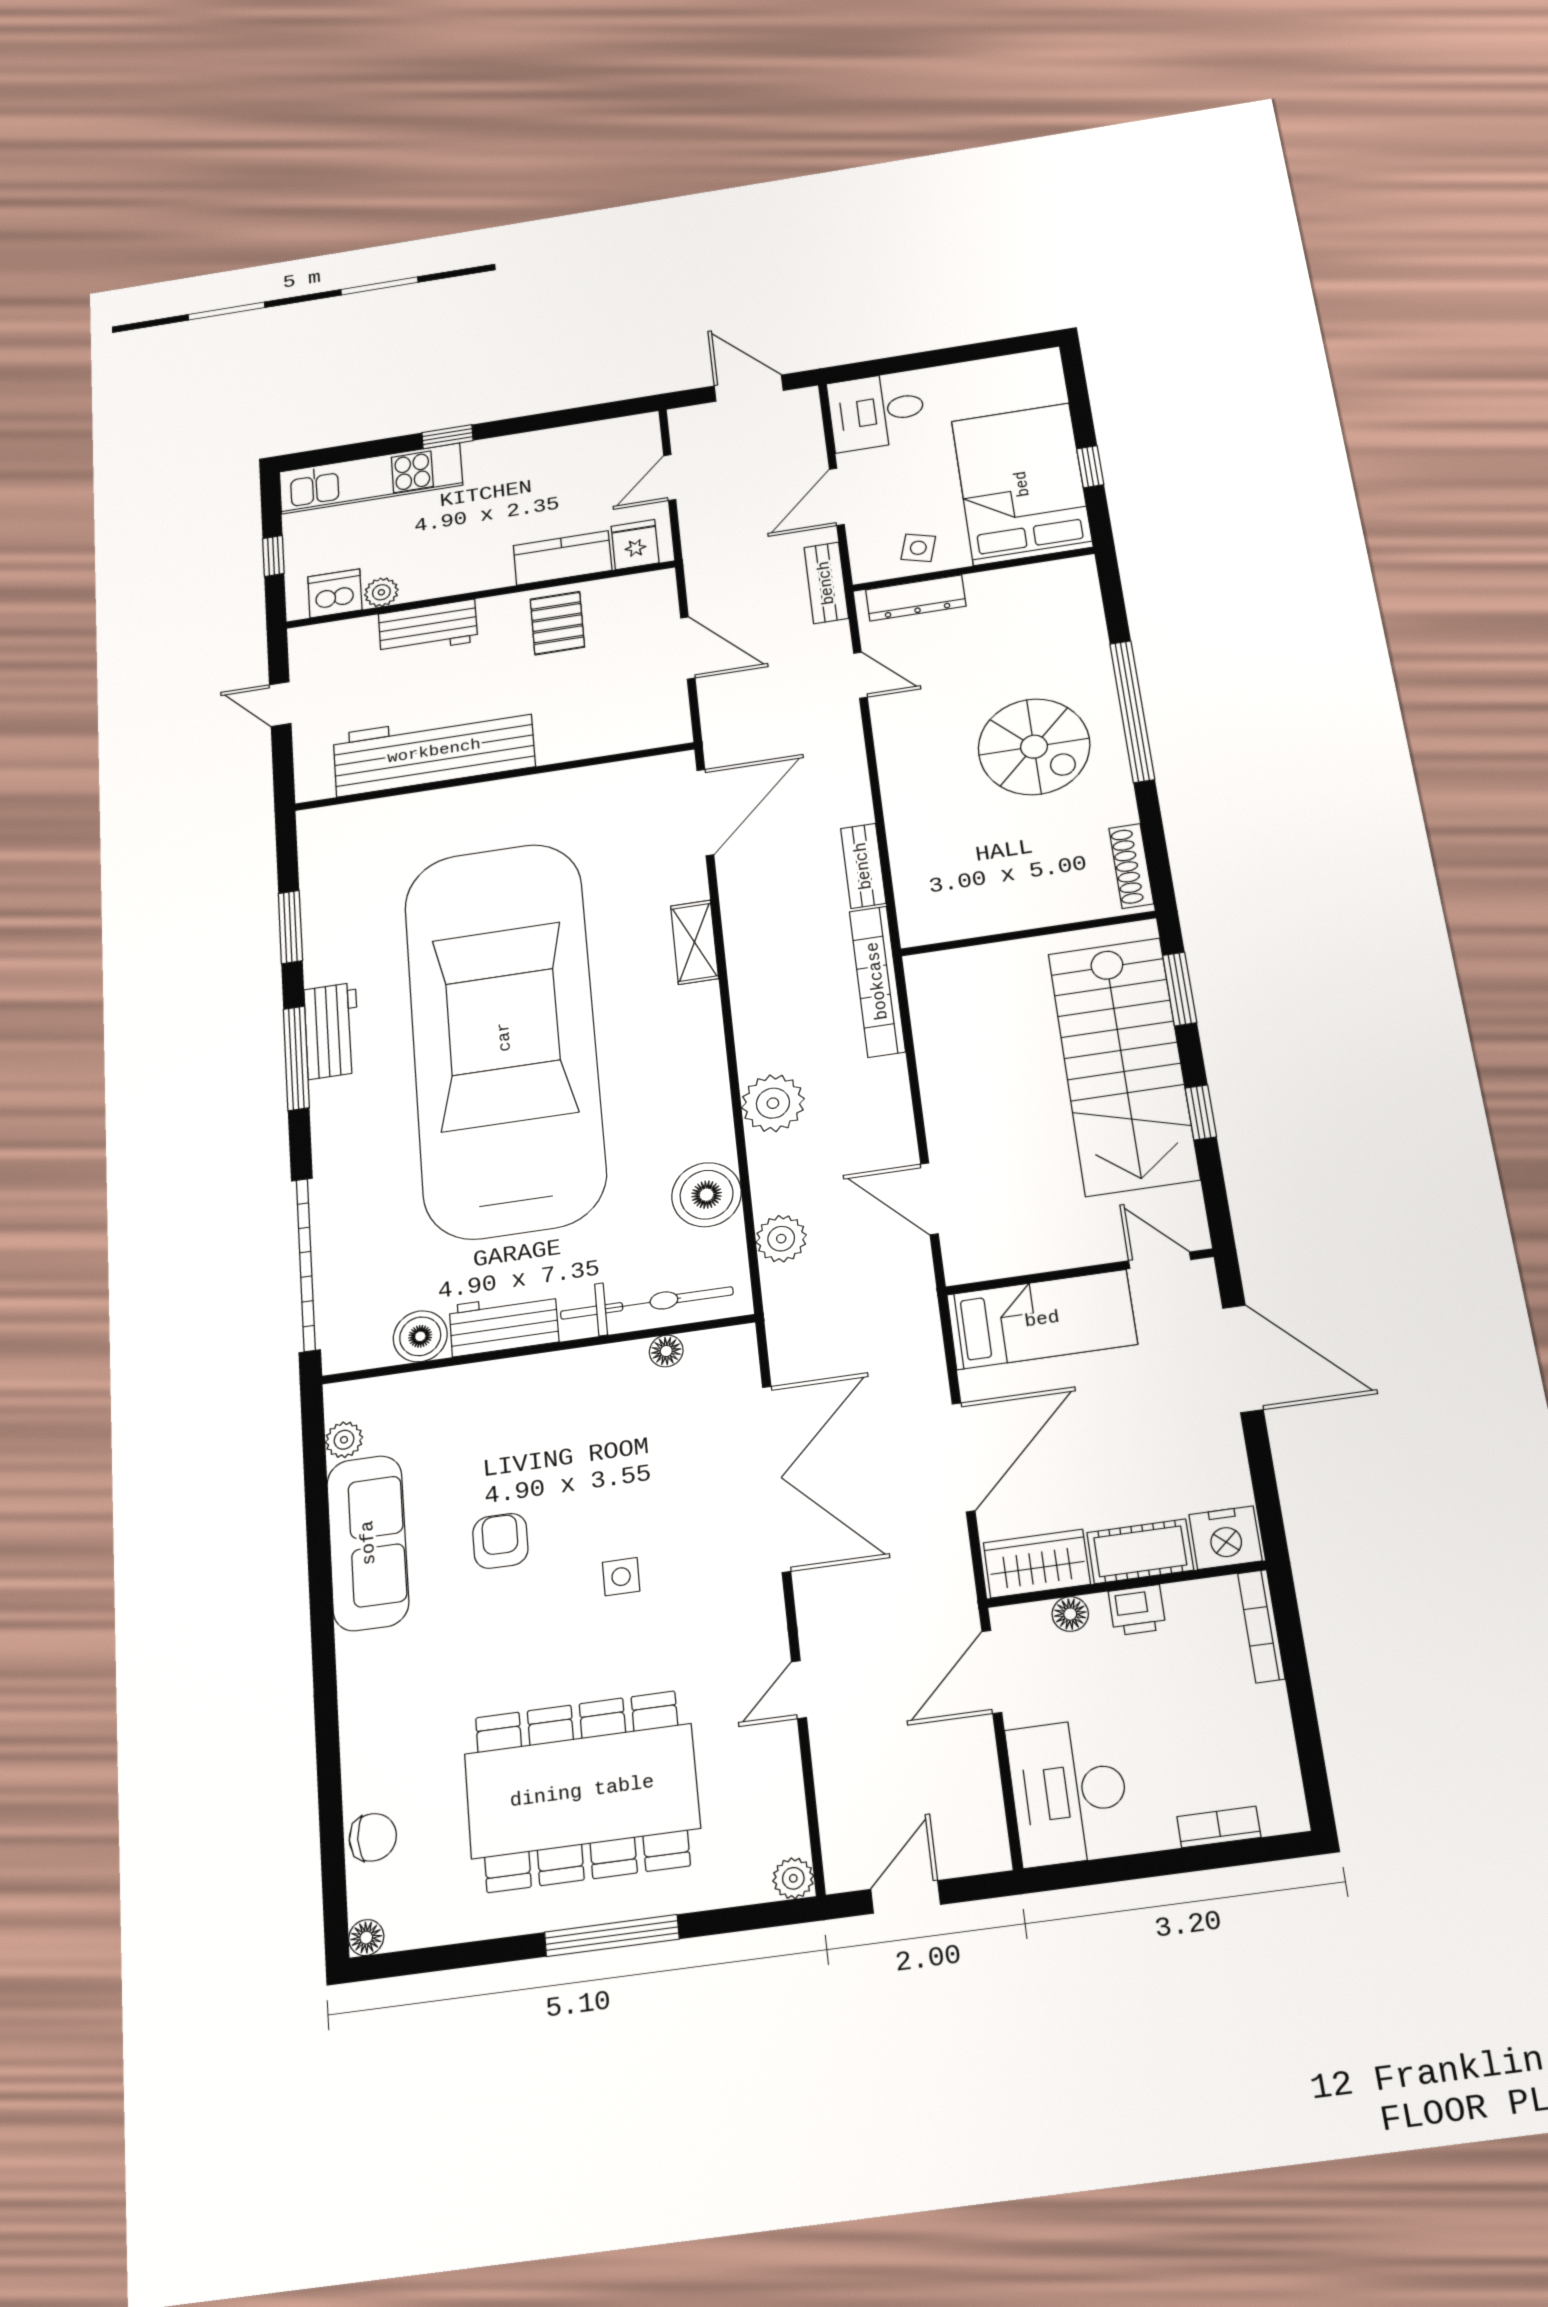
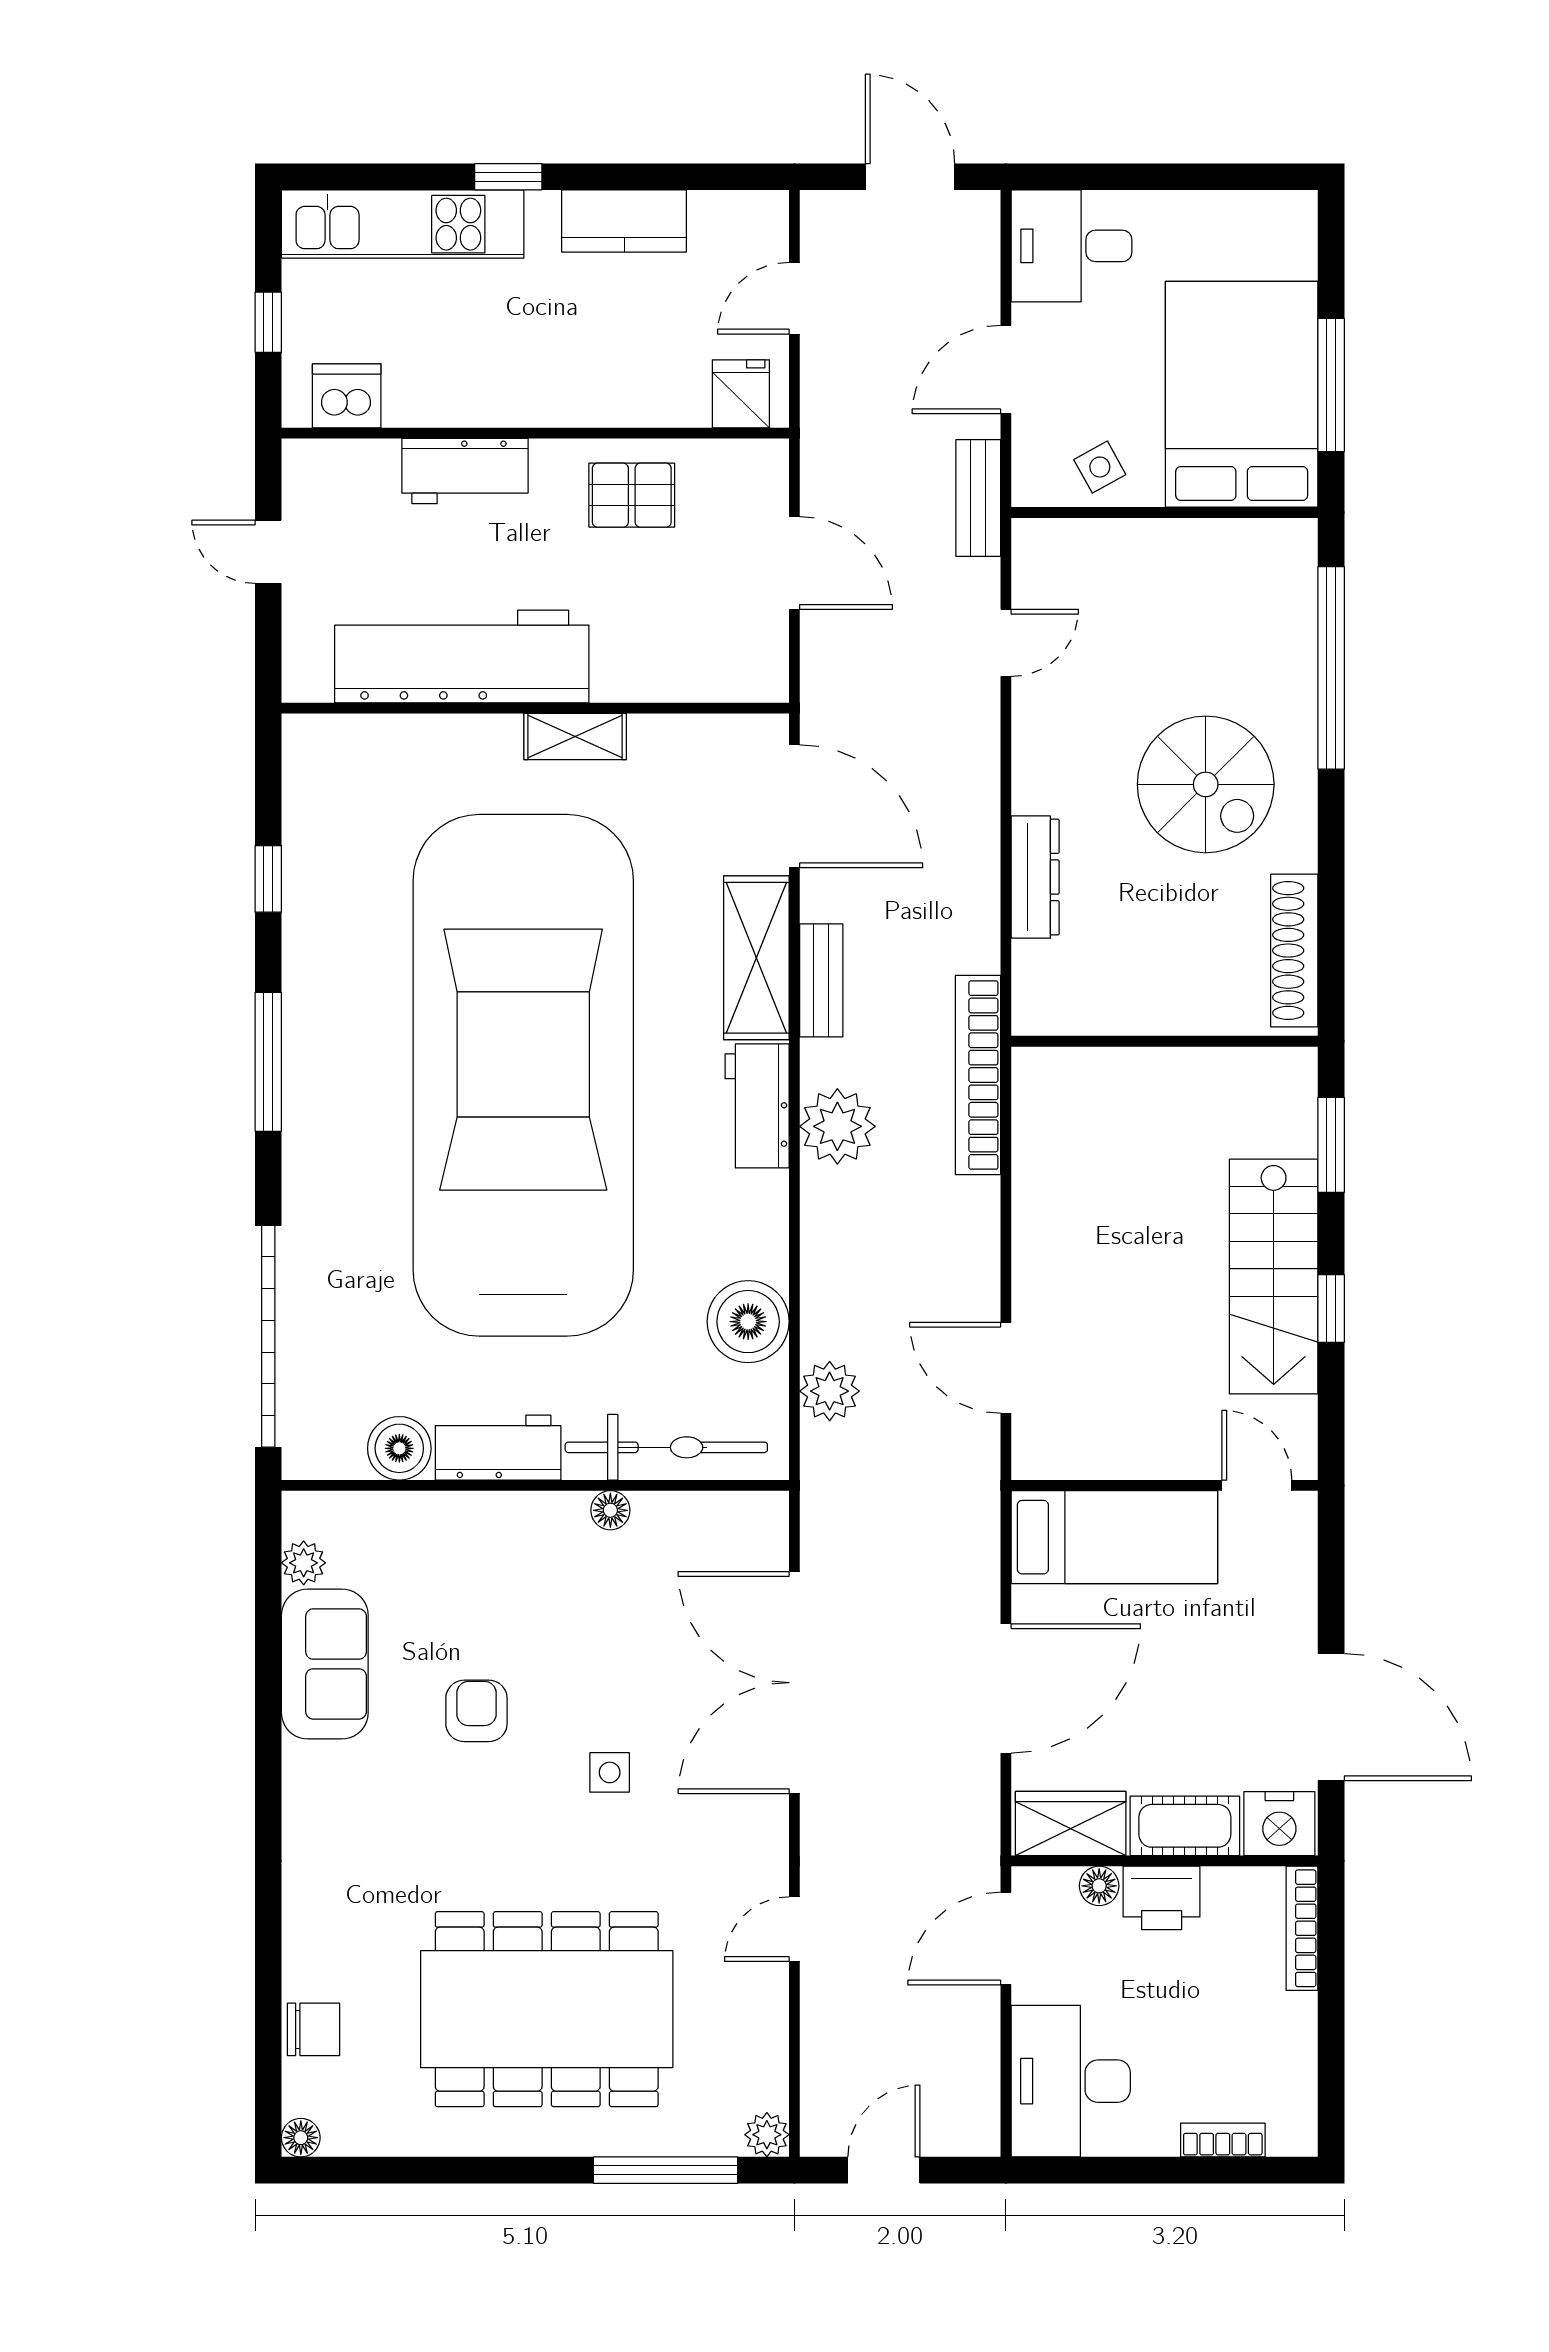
window: (1090, 467) -> (1331, 385), width x2.17
side table: (918, 548) -> (1100, 467), turned 45
kitchen counter: (563, 558) -> (624, 221), moved, turned 180
plant: (381, 592) -> (407, 406), removed
dresser: (916, 598) -> (1035, 877), moved, turned -90
pallet: (557, 623) -> (632, 495), turned 90
door: (860, 675) -> (1006, 643), hinge flipped
window: (1132, 711) -> (1331, 668), moved
shelving: (527, 791) -> (575, 736), added
door: (705, 812) -> (794, 806), hinge flipped
bench: (863, 866) -> (821, 980), moved
shoe rack: (1131, 866) -> (1294, 951), width x1.36, depth x1.24
window: (290, 927) -> (268, 879), width x0.67
shelving: (695, 942) -> (756, 958), width x1.50, depth x1.33
workbench: (332, 1031) -> (757, 1106), moved, turned 180
stairs: (1123, 1065) -> (1274, 1277), width x0.73, depth x0.66
plant: (773, 1103) -> (837, 1126), moved
floor lamp: (666, 1351) -> (610, 1510), moved
door: (1243, 1359) -> (1331, 1717), moved
double door: (776, 1478) -> (794, 1683), swing flipped
sofa: (368, 1543) -> (325, 1664), width x0.73
printer: (1137, 1610) -> (1162, 1898), width x1.36, depth x1.24
window: (612, 1936) -> (666, 2170), moved

